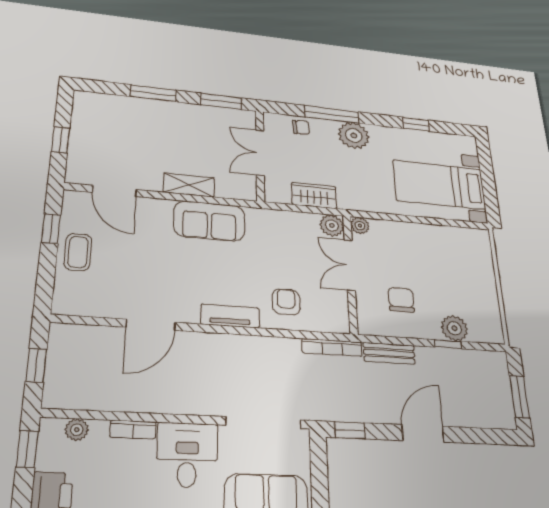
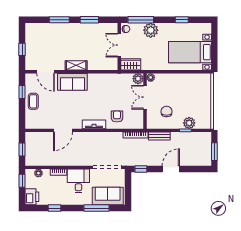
double door: (260, 153) -> (119, 45), moved
wall: (260, 155) -> (119, 47), moved
sofa: (209, 221) -> (72, 82), moved

